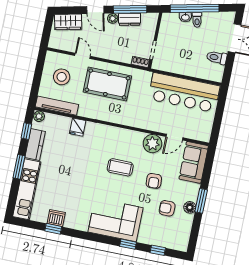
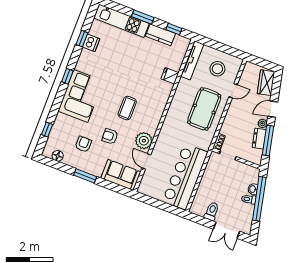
plant: (39, 116) -> (185, 43), removed
floor lamp: (190, 207) -> (58, 156), moved
window: (128, 244) -> (67, 76), moved

